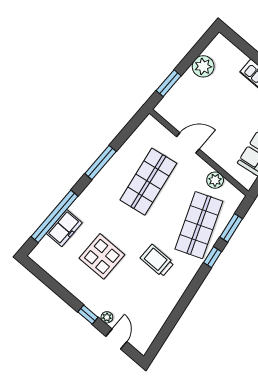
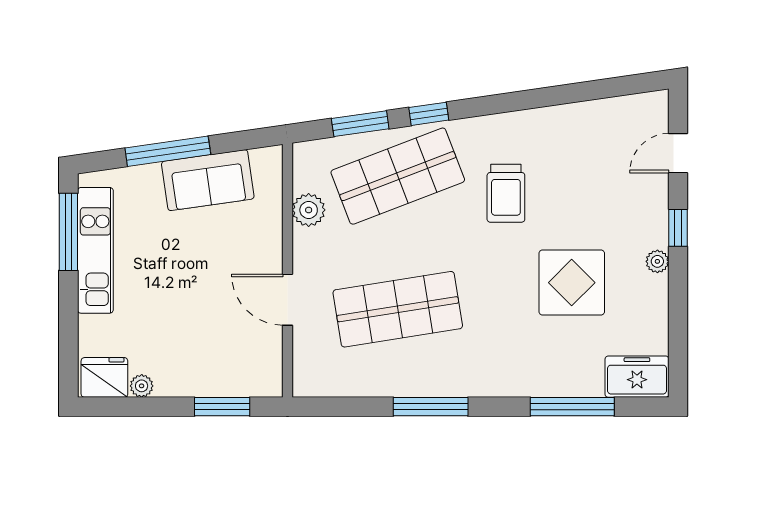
fridge: (218, 48) -> (104, 377), added
plant: (203, 66) -> (142, 386), width x0.53, depth x0.53
window: (54, 216) -> (572, 407), width x0.68
freezer: (64, 228) -> (637, 377), moved
plant: (107, 317) -> (657, 261), moved

